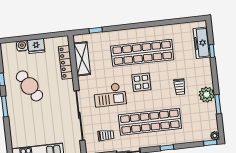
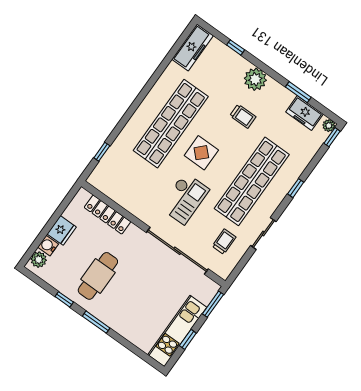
freezer: (202, 43) -> (193, 47), moved, turned -90
plant: (10, 48) -> (39, 260), added
shelving: (82, 59) -> (119, 194), removed
cafe table: (29, 86) -> (98, 276), turned -59
plant: (207, 95) -> (255, 79), moved
freezer: (210, 117) -> (304, 113), added

